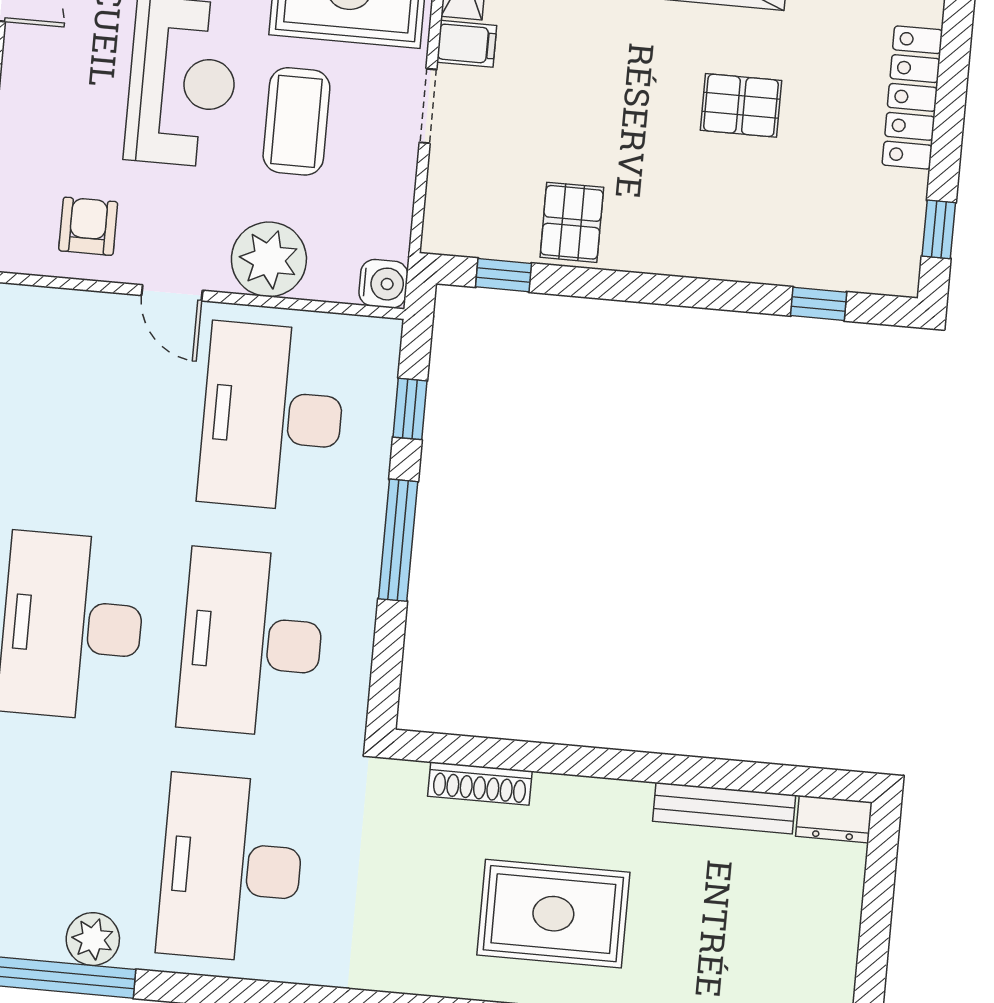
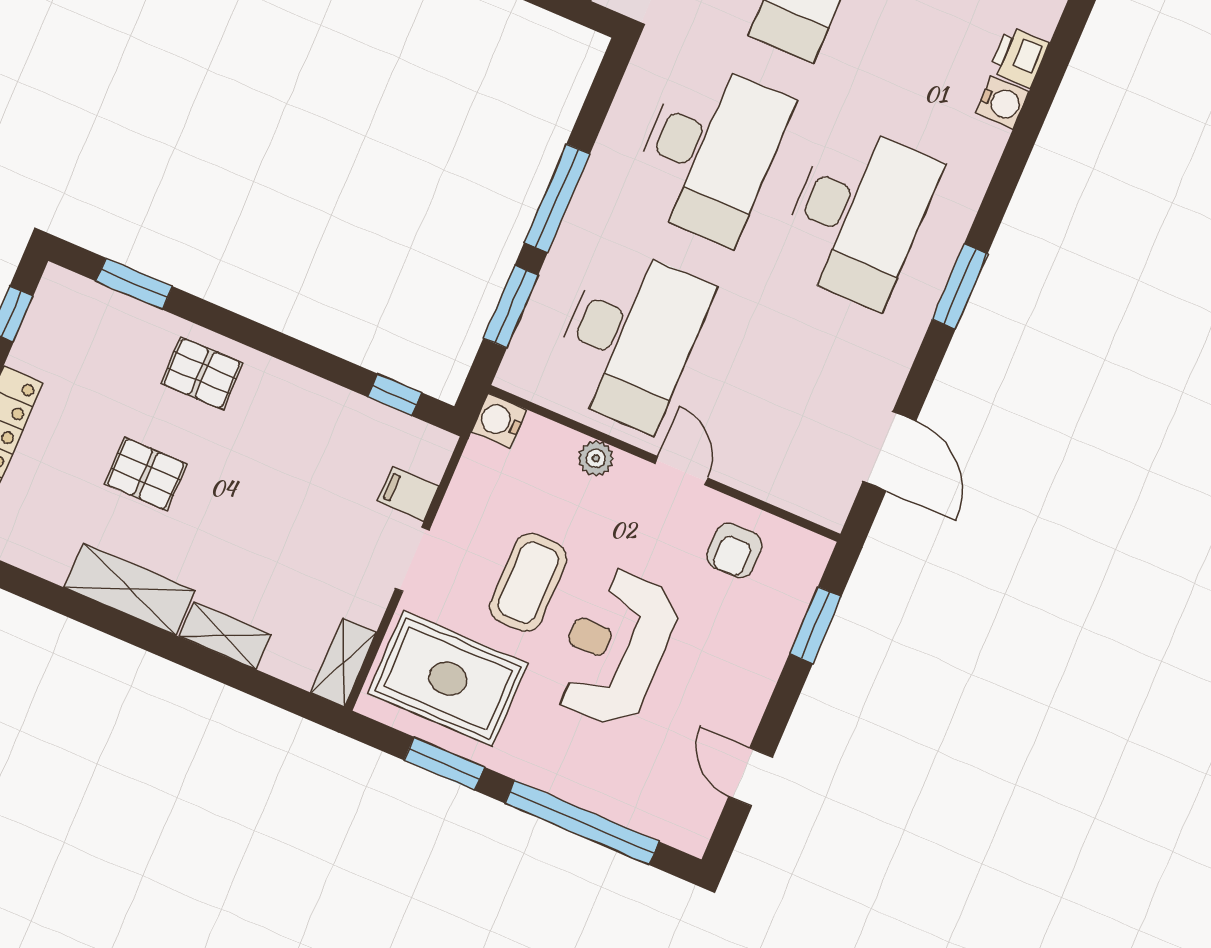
filing cabinet: (467, 44) -> (408, 494), moved
pallet: (572, 222) -> (202, 373), moved, turned 90
plant: (269, 259) -> (596, 458), width x0.53, depth x0.53
window: (819, 304) -> (134, 284), width x1.50
window: (410, 409) -> (511, 307), width x1.50

